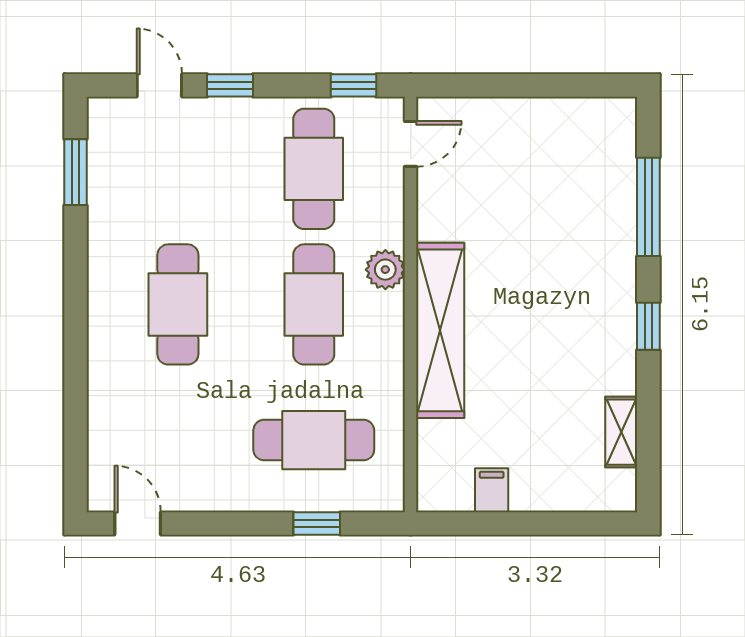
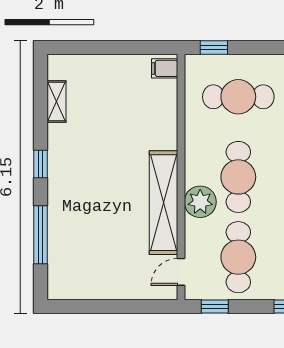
plant: (385, 270) -> (200, 202), width x1.36, depth x1.36
shelving: (440, 330) -> (164, 203), moved
filing cabinet: (492, 490) -> (165, 68), moved, turned 90
window: (317, 523) -> (214, 47), moved

